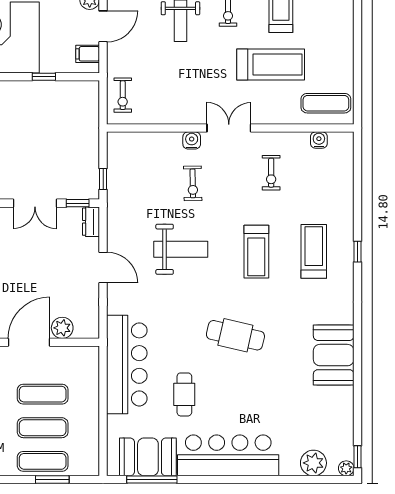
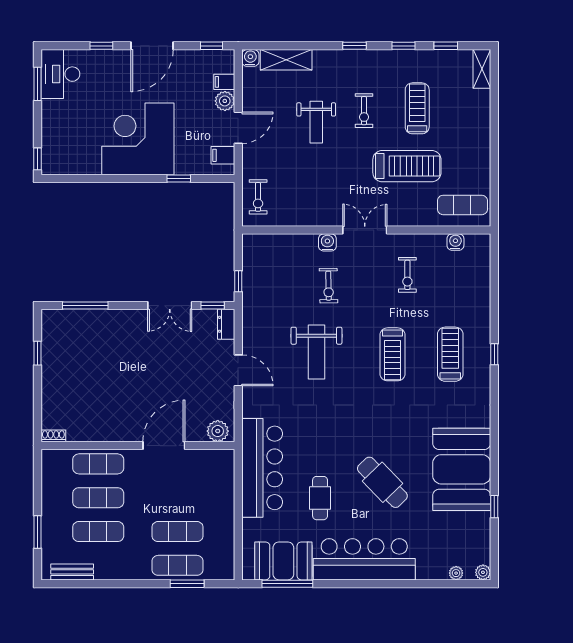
weight bench: (181, 249) -> (316, 352), turned 90
plant: (62, 328) -> (218, 431), moved
cafe table: (235, 335) -> (382, 482), moved, turned 33
booth: (334, 355) -> (462, 469), width x1.36, depth x1.42
exercise mat: (43, 394) -> (177, 498), removed
window: (358, 457) -> (494, 507), moved
plant: (313, 463) -> (456, 573), width x0.53, depth x0.53

